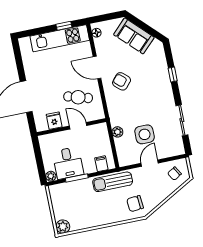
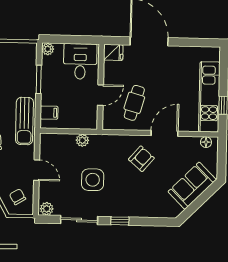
window: (173, 74) -> (120, 221), moved
fridge: (54, 121) -> (113, 52), moved
side table: (145, 134) -> (93, 180), moved
plant: (179, 148) -> (47, 209), added
desk: (68, 163) -> (80, 61), moved, turned 90
sun lounger: (113, 182) -> (24, 121), turned 180

